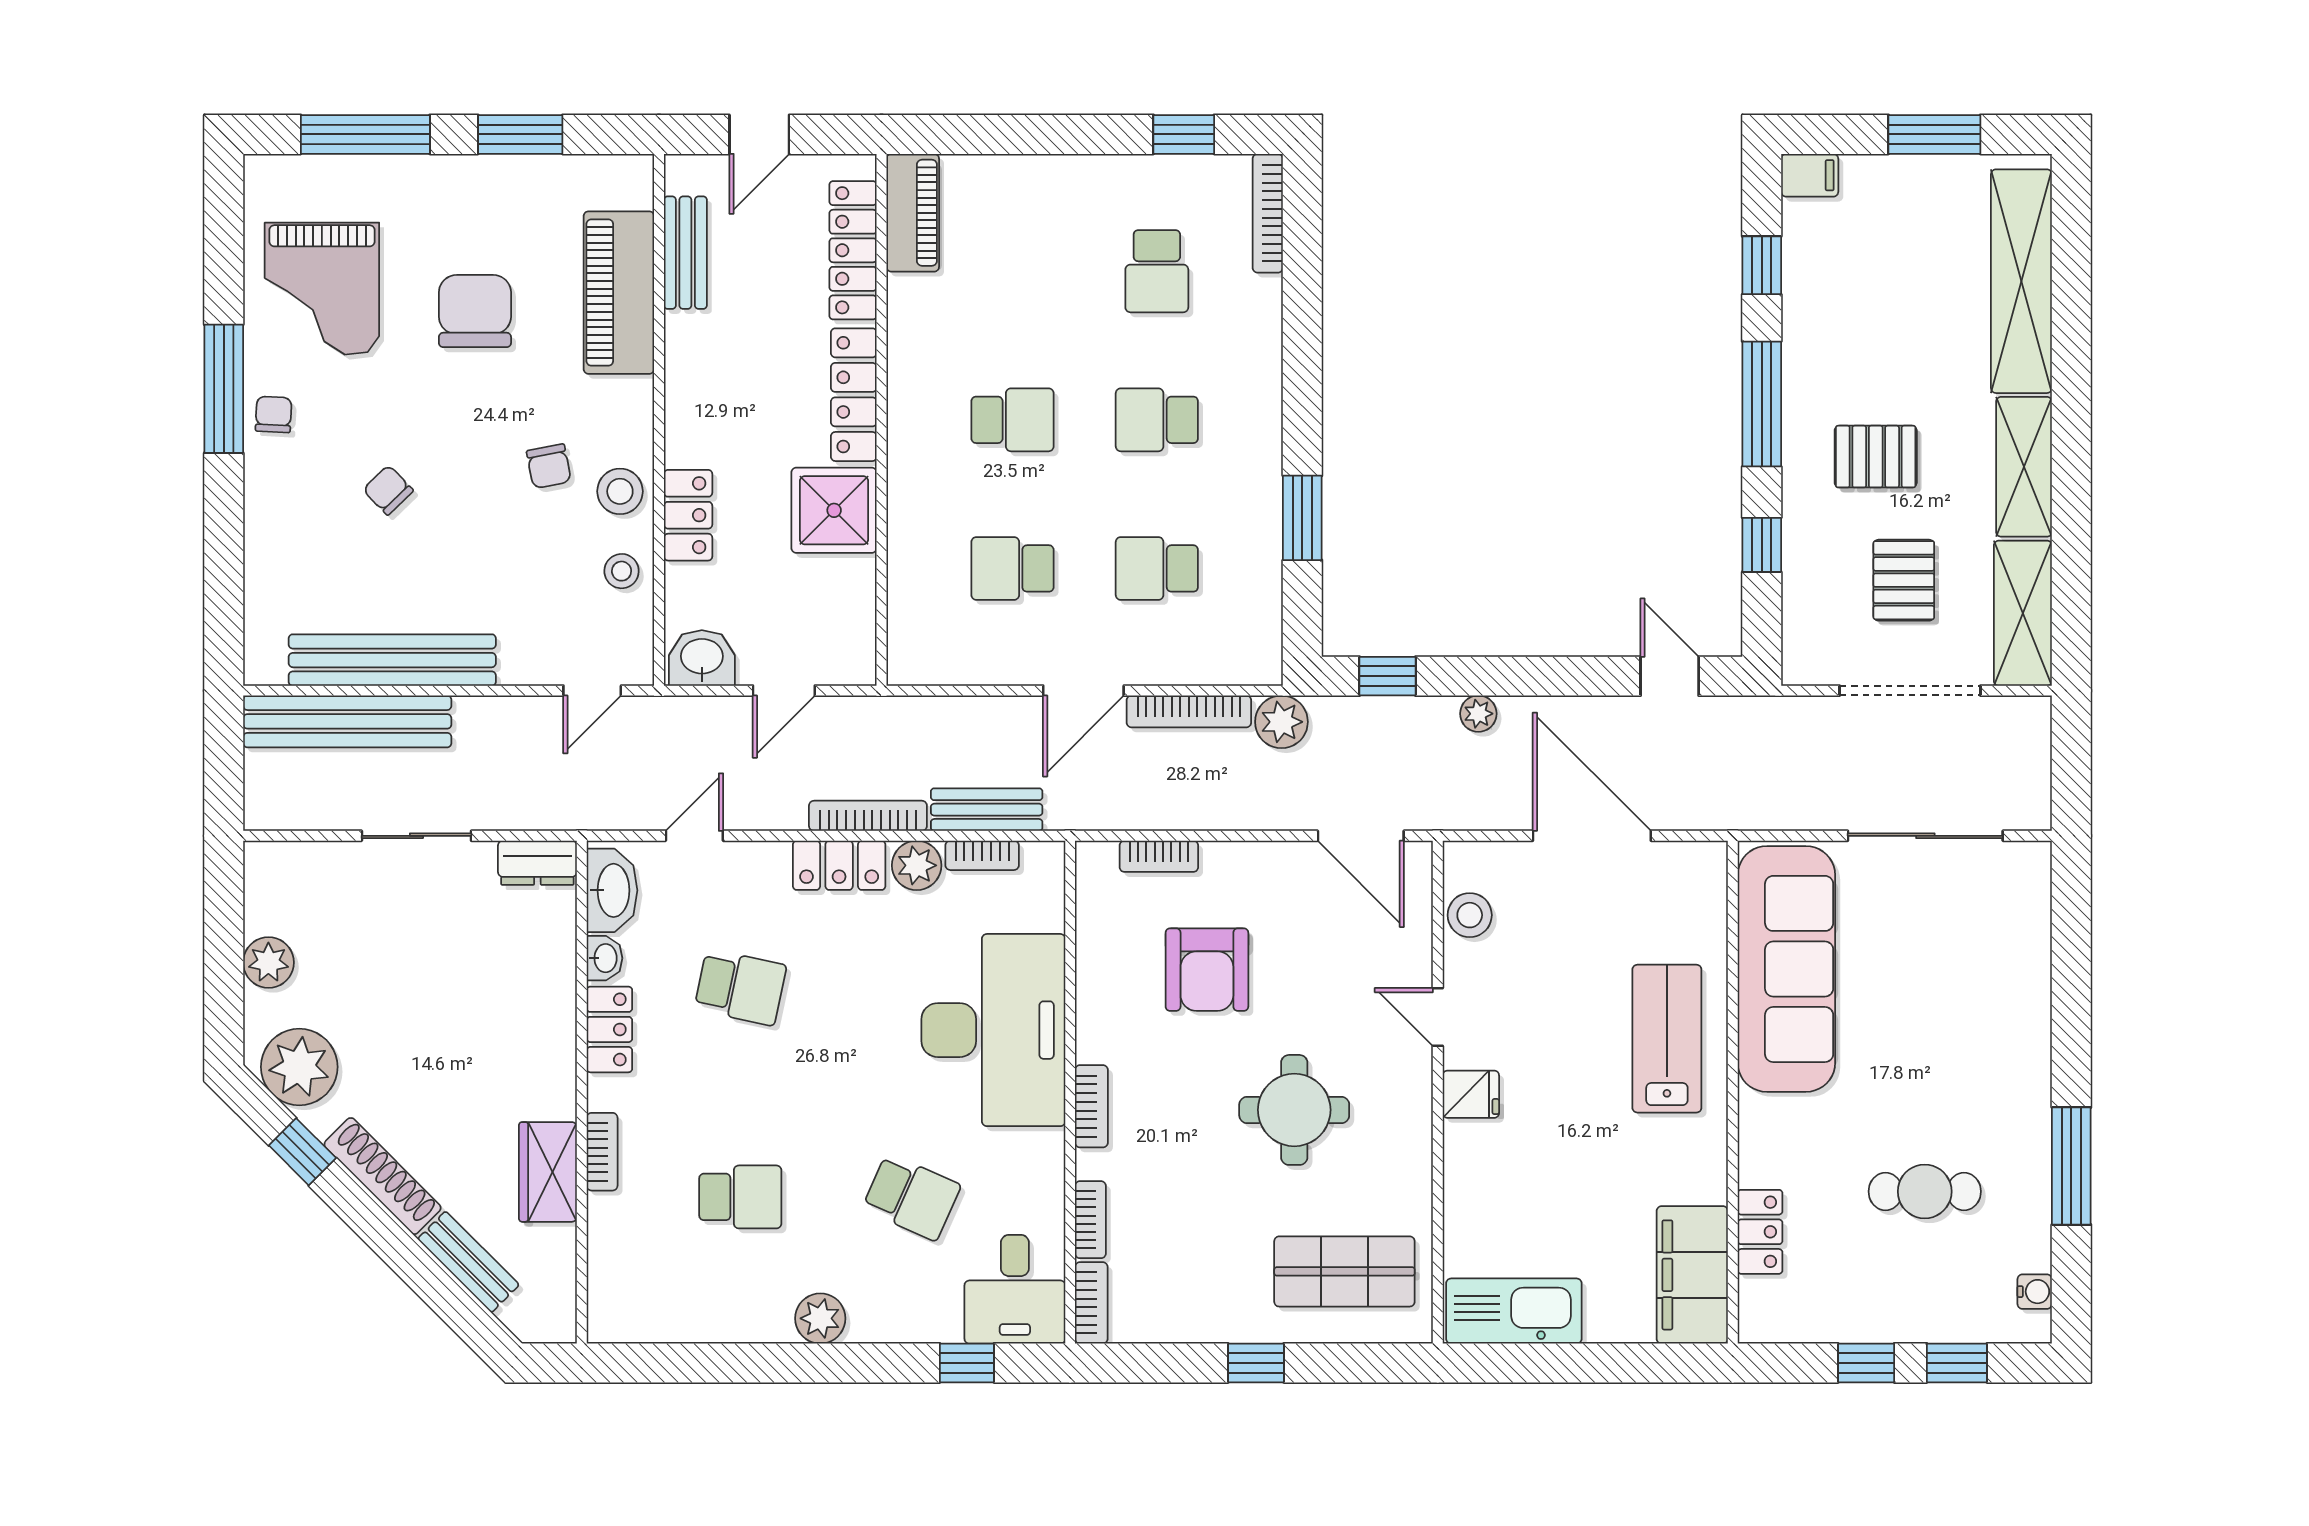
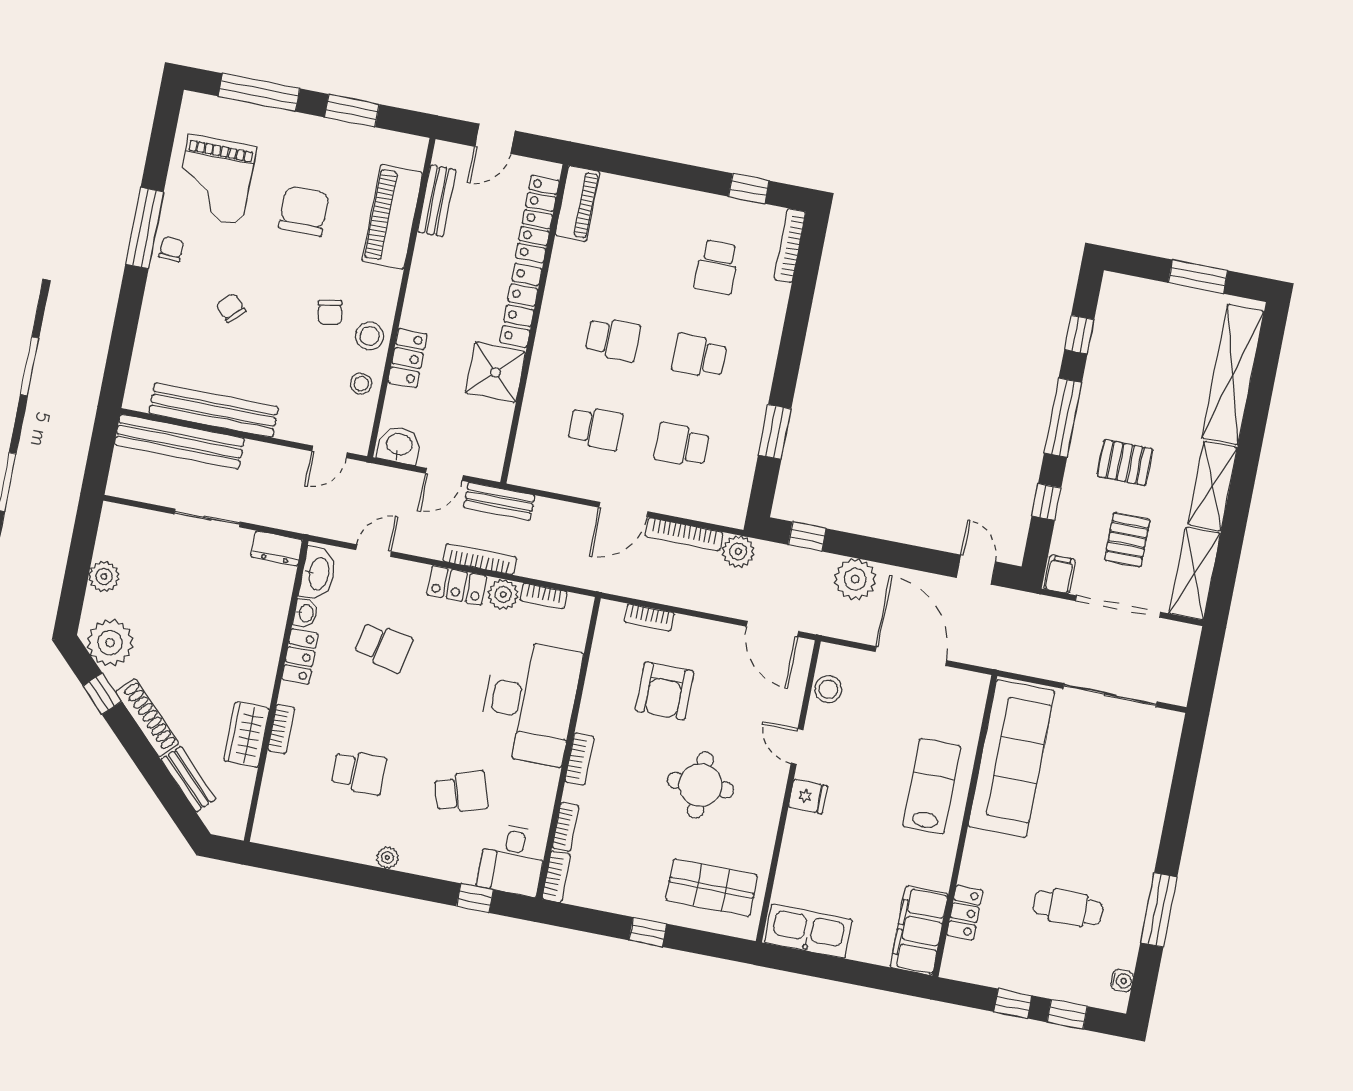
filing cabinet: (1810, 175) -> (1060, 574), moved, turned -90
school desk: (1012, 568) -> (595, 428), turned 180
plant: (1478, 714) -> (855, 579), width x1.87, depth x1.87
bench: (987, 810) -> (499, 501), moved
school desk: (911, 1197) -> (461, 792), turned -42
plant: (820, 1318) -> (387, 858), width x0.73, depth x0.73

